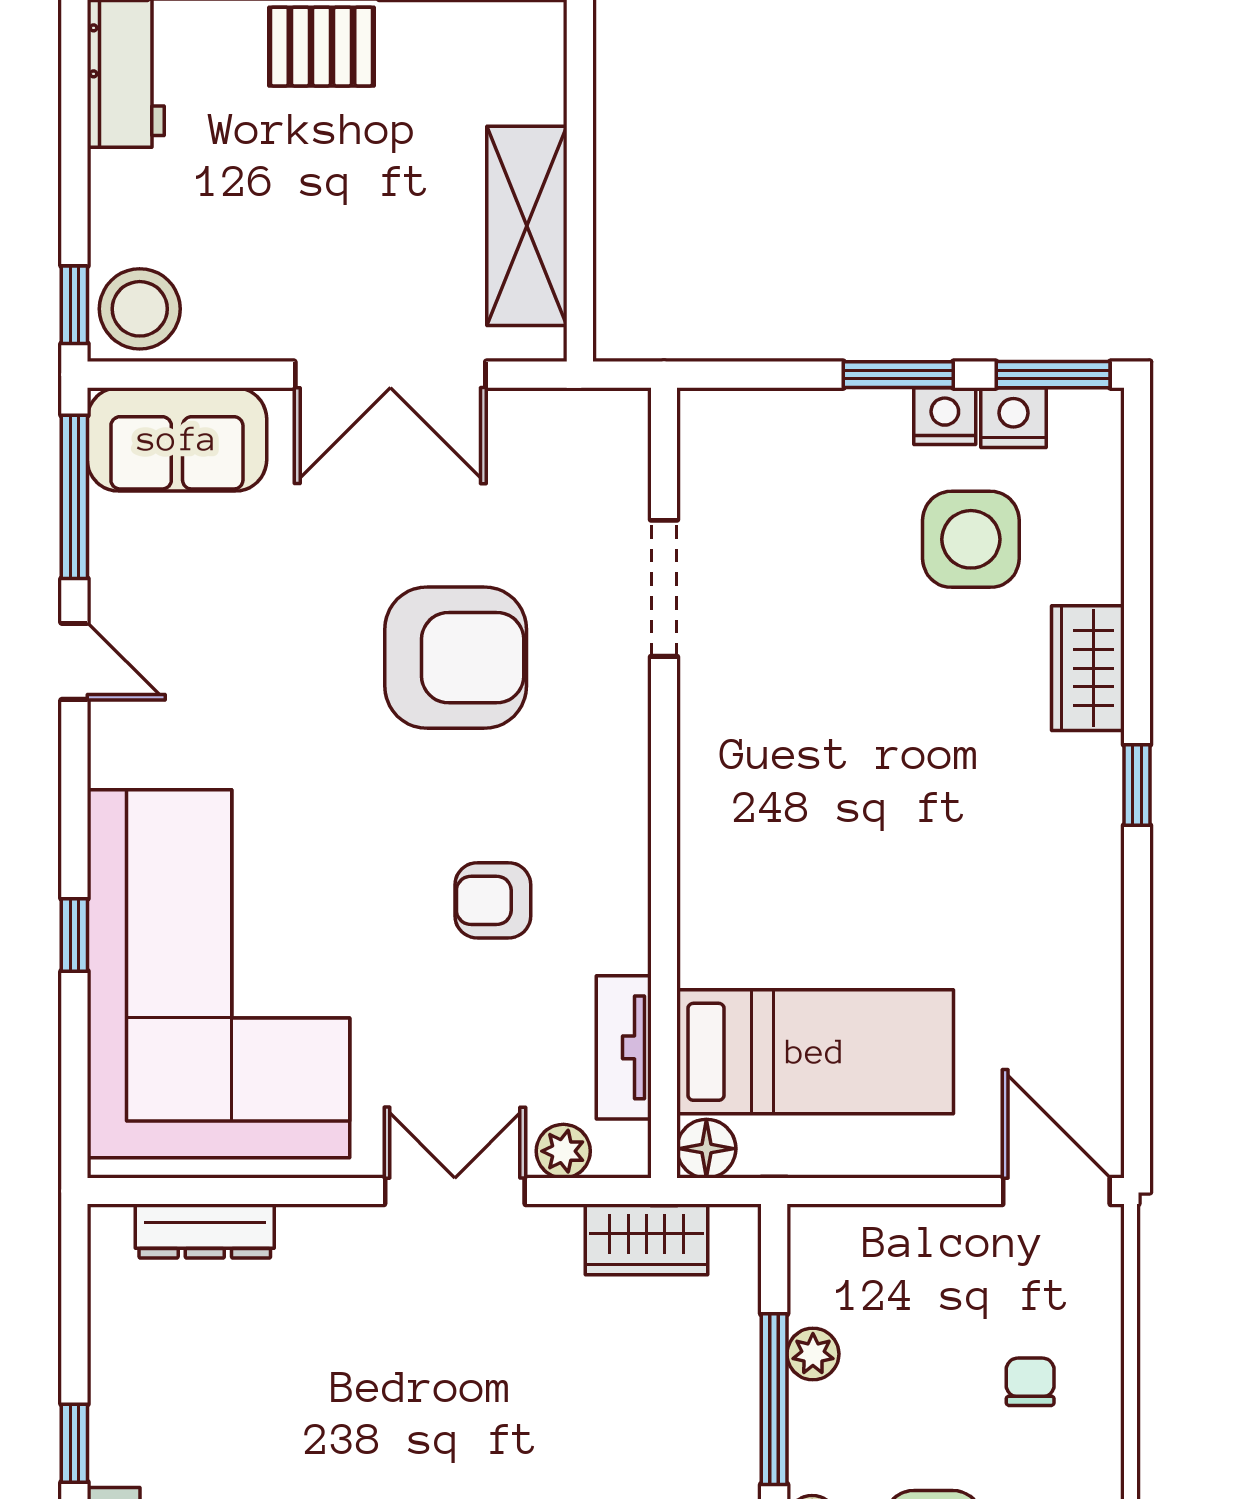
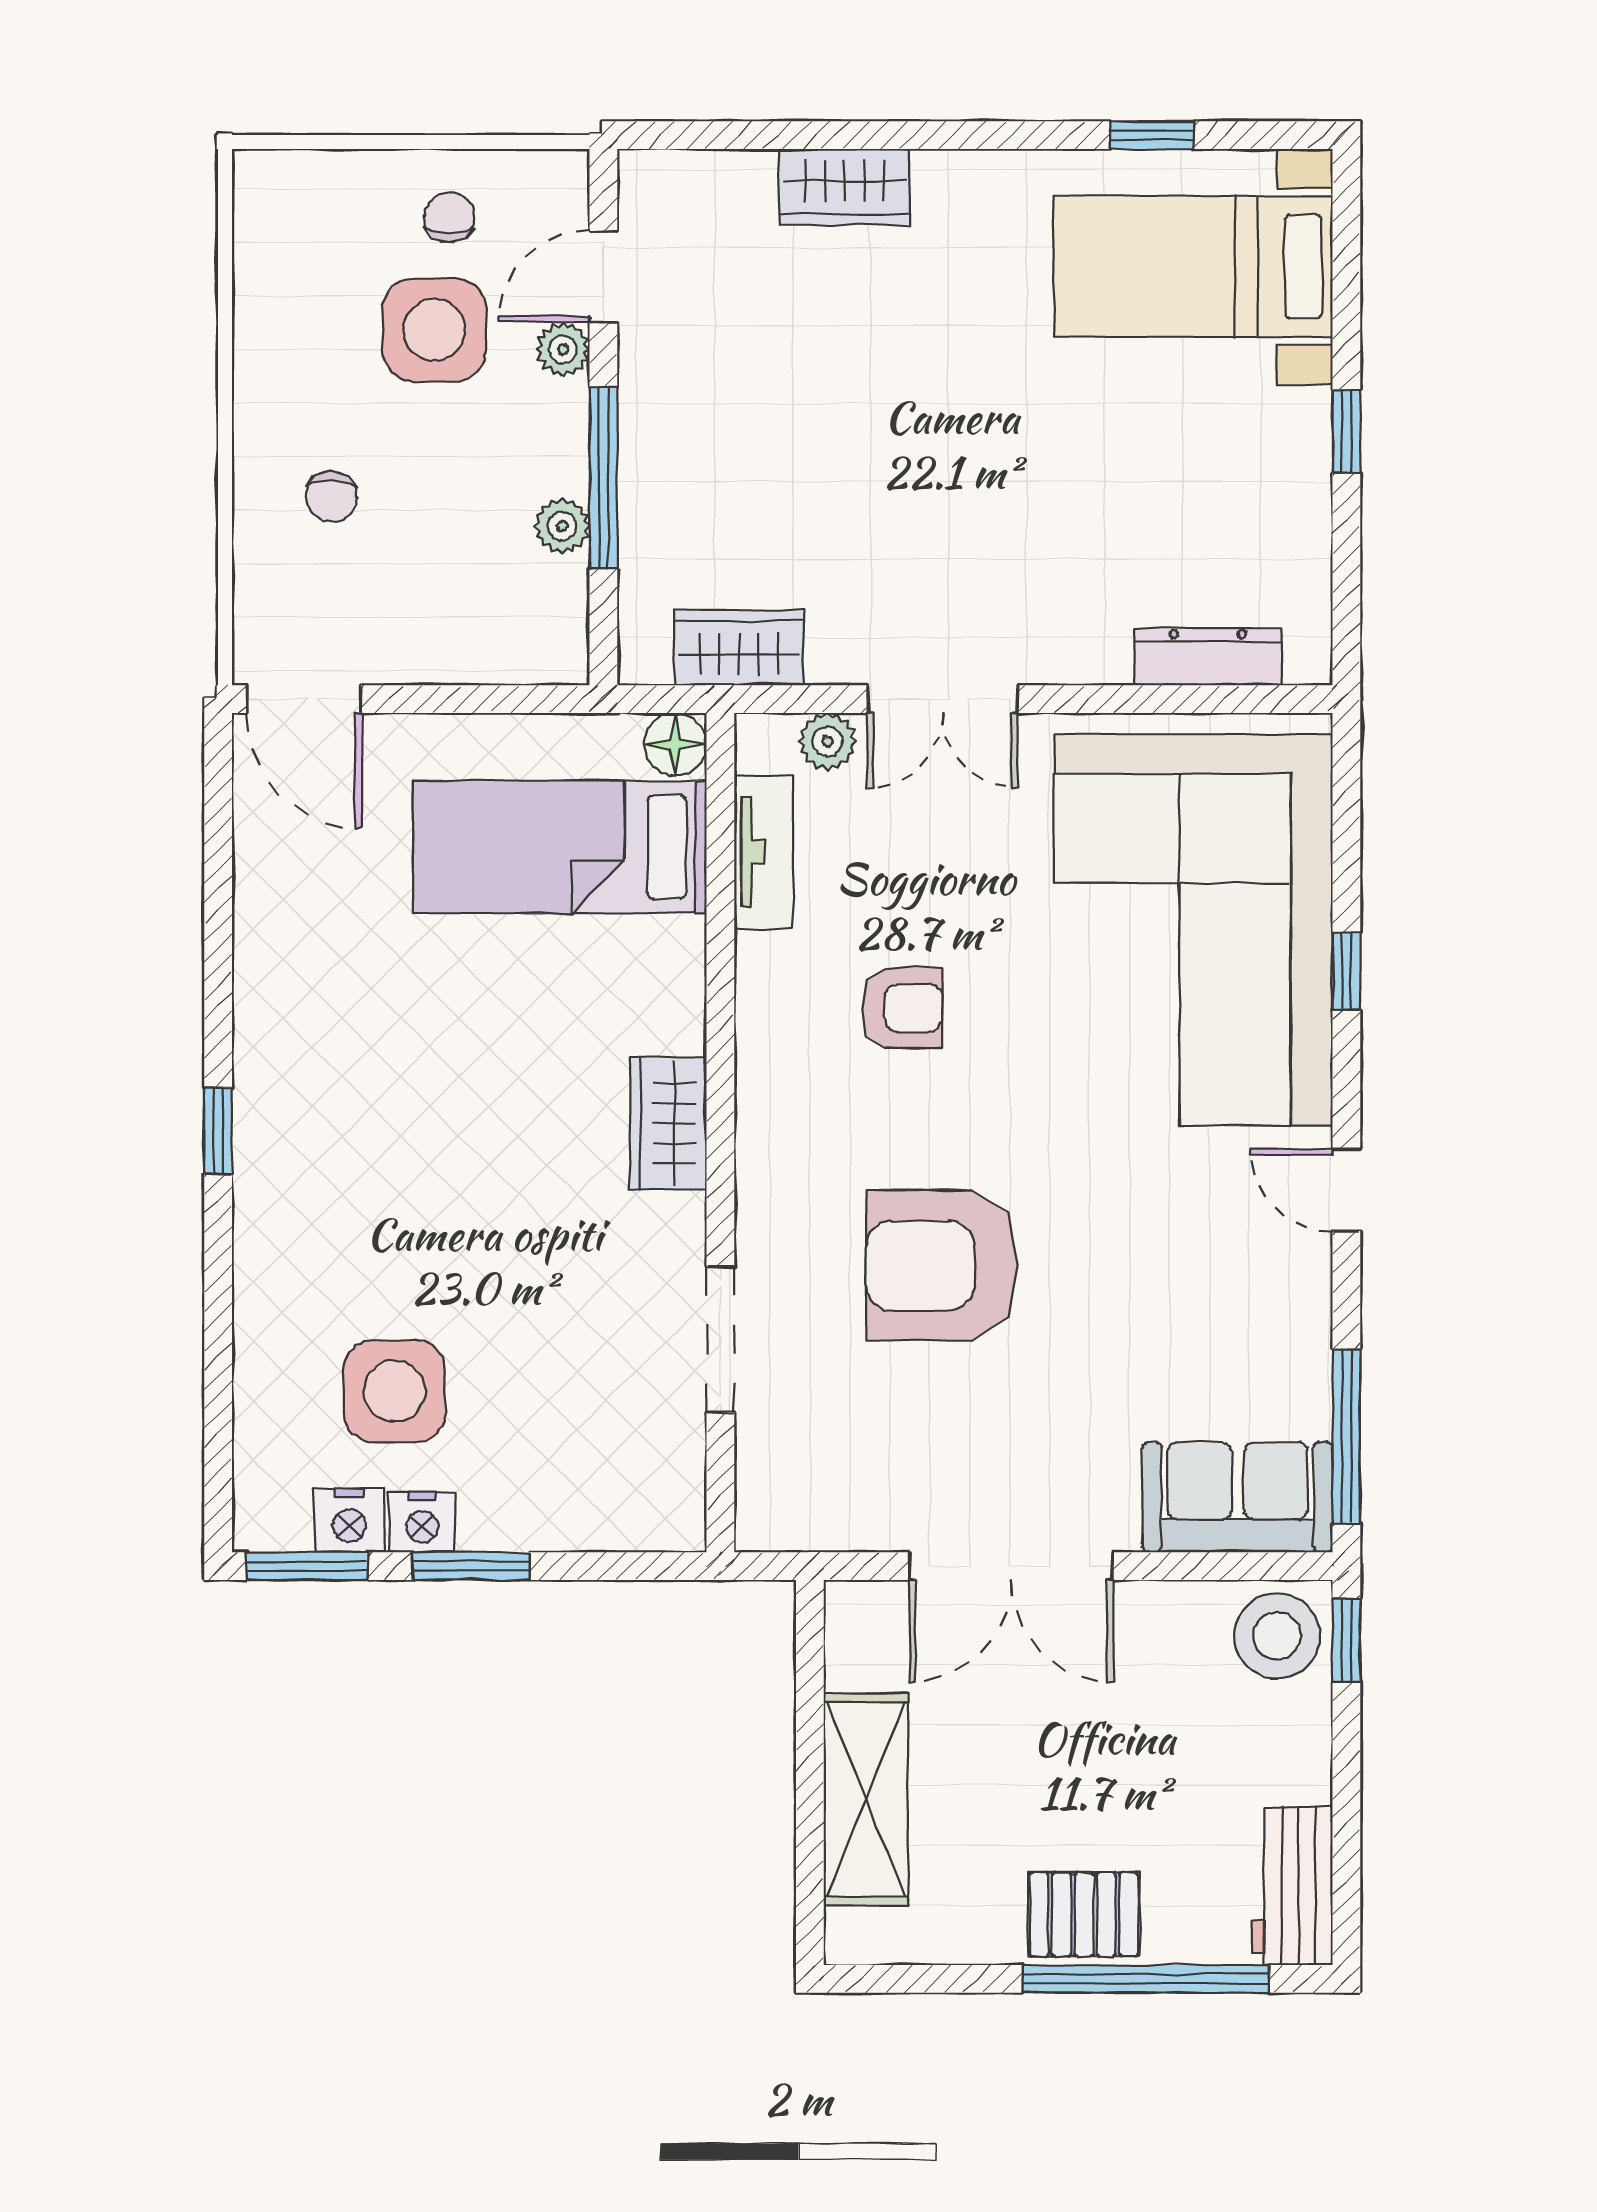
shelving: (527, 226) -> (866, 1799), moved
double door: (390, 375) -> (1011, 1566), swing flipped
door: (74, 661) -> (1346, 1190), moved
wardrobe: (1088, 668) -> (668, 1123), moved, turned 180

